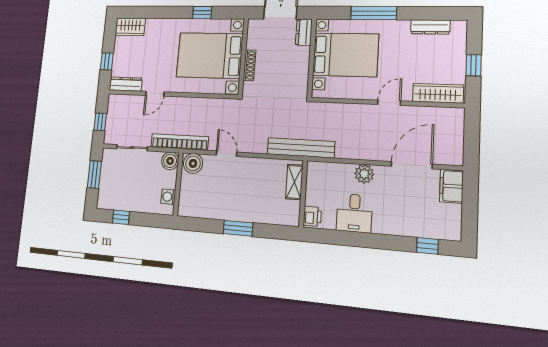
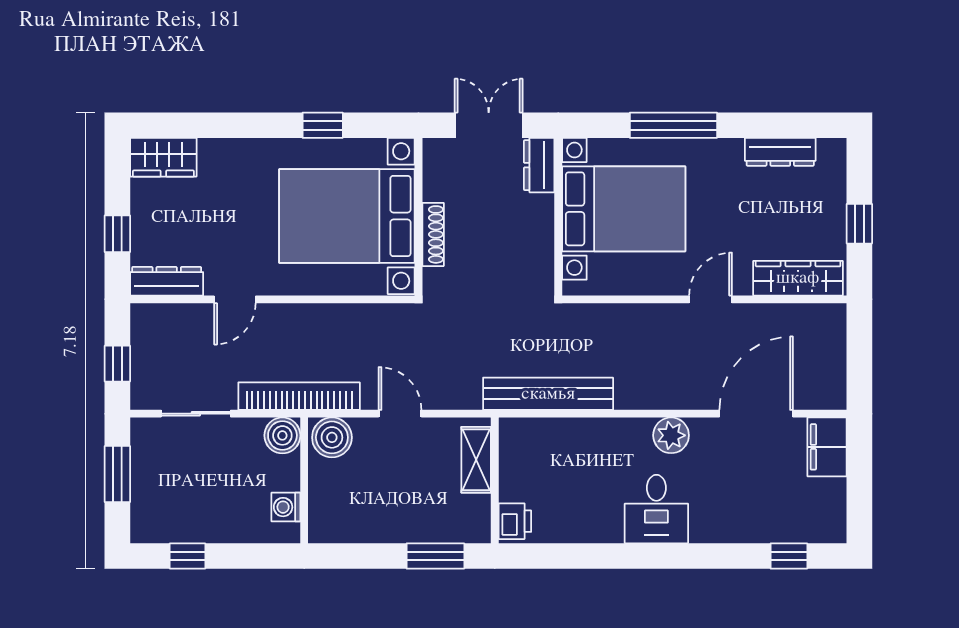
shelving: (294, 182) -> (476, 460), moved
wall: (303, 194) -> (495, 480), moved
printer: (312, 216) -> (515, 521), moved

